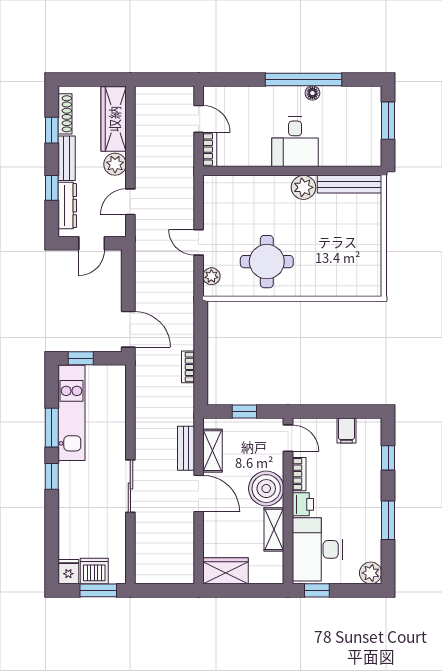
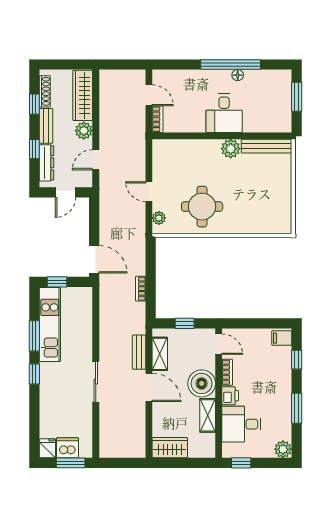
filing cabinet: (346, 431) -> (282, 338), moved, turned 90
desk: (317, 549) -> (241, 424), width x0.73

